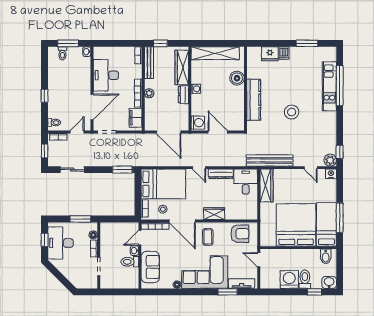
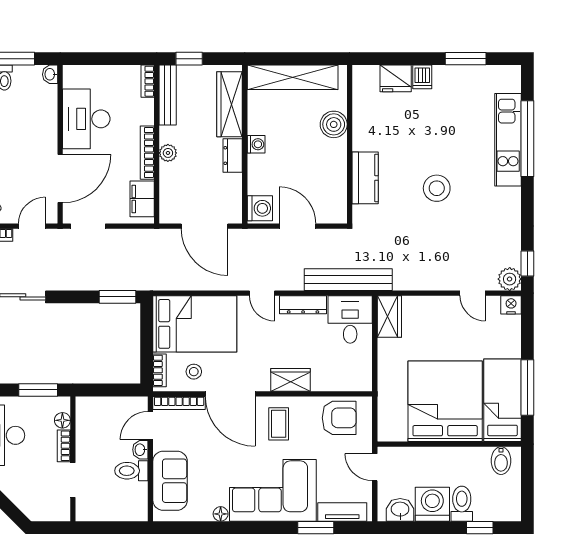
kitchen counter: (254, 100) -> (365, 178), width x0.67
bench: (270, 160) -> (348, 280), moved
wardrobe: (266, 185) -> (389, 316), width x0.67
washbasin: (329, 282) -> (400, 510), moved

